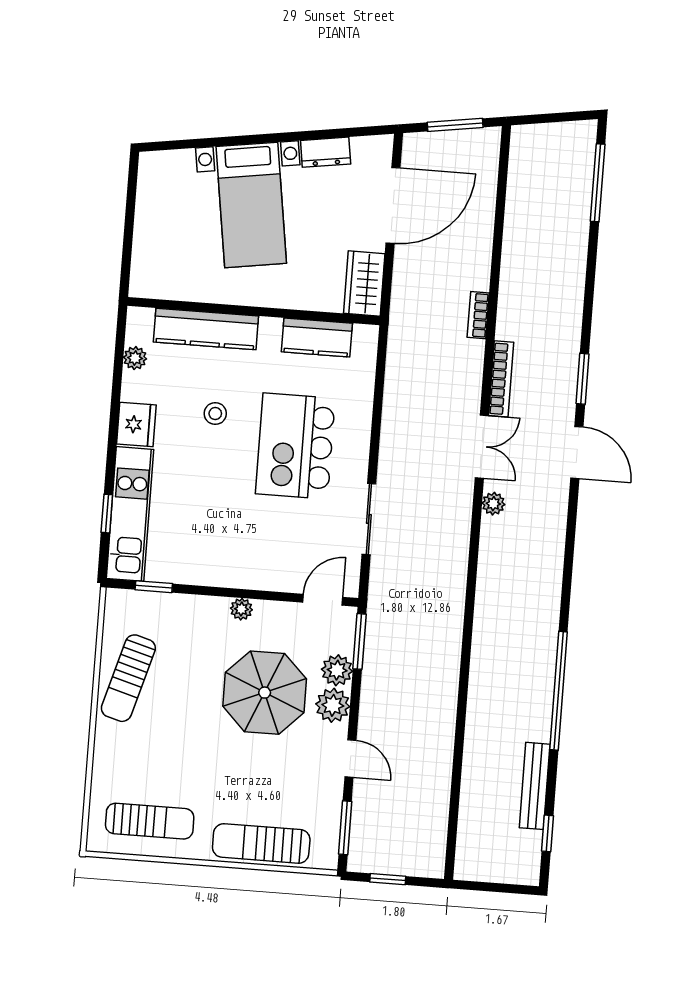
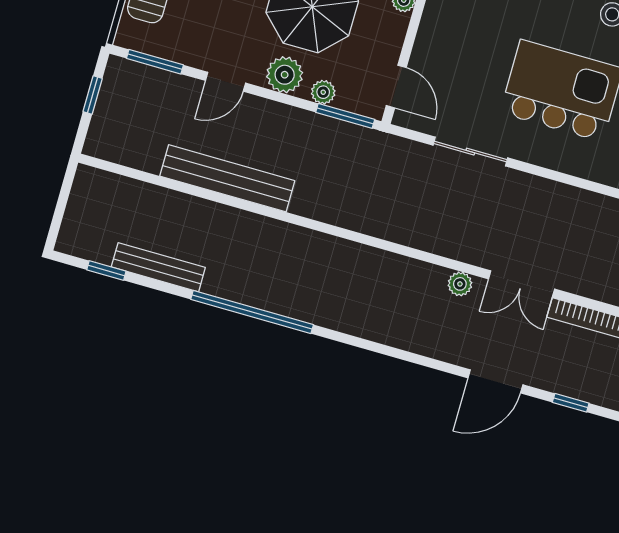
window: (583, 379) -> (571, 403), width x0.67
plant: (337, 670) -> (323, 92), width x0.73, depth x0.73
bench: (439, 739) -> (227, 178), added

